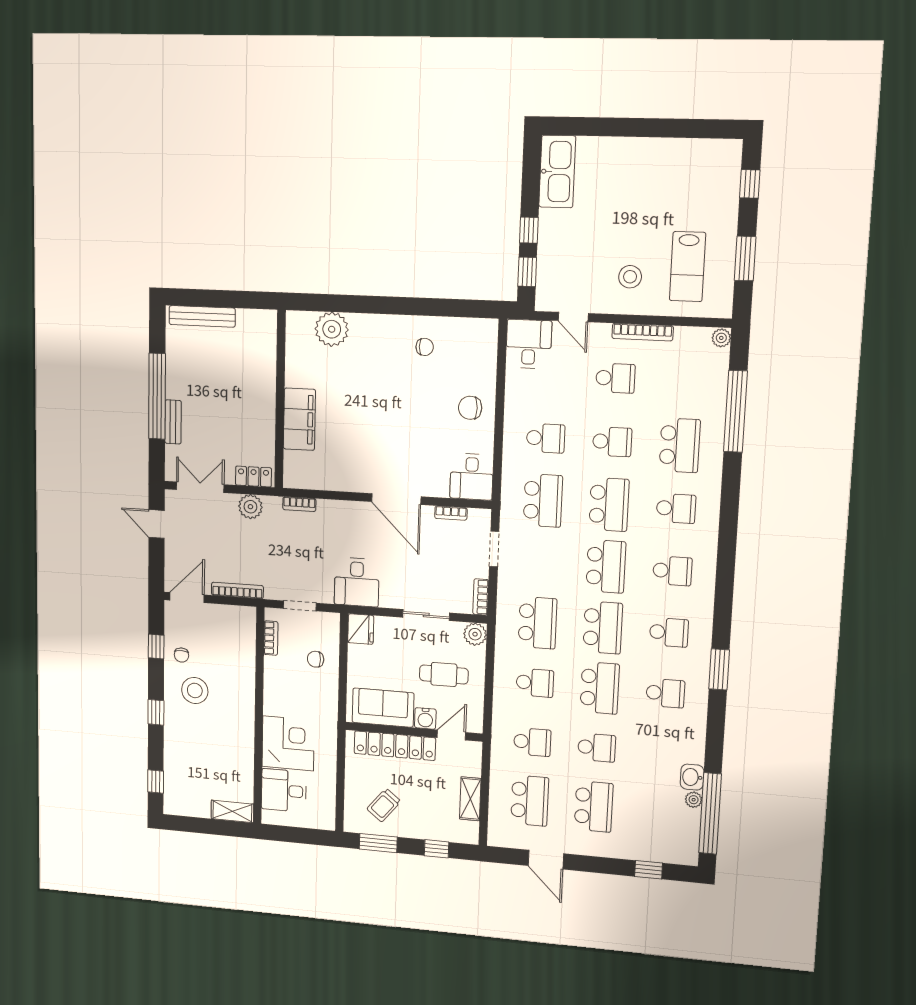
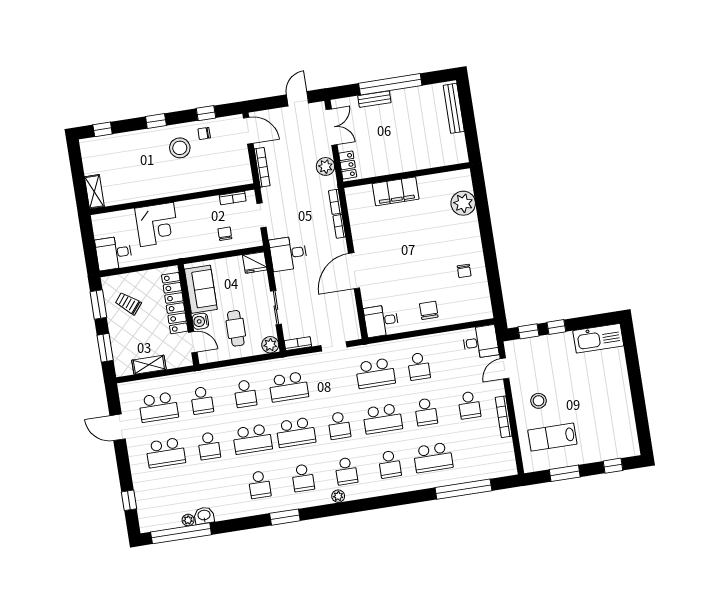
plant: (721, 338) -> (338, 496), moved
bookcase: (451, 513) -> (339, 226), moved
school desk: (606, 566) -> (339, 425), width x0.54
desk: (284, 790) -> (114, 253), moved, turned -90
window: (437, 849) -> (105, 348), width x1.50
door: (546, 860) -> (118, 427), hinge flipped

